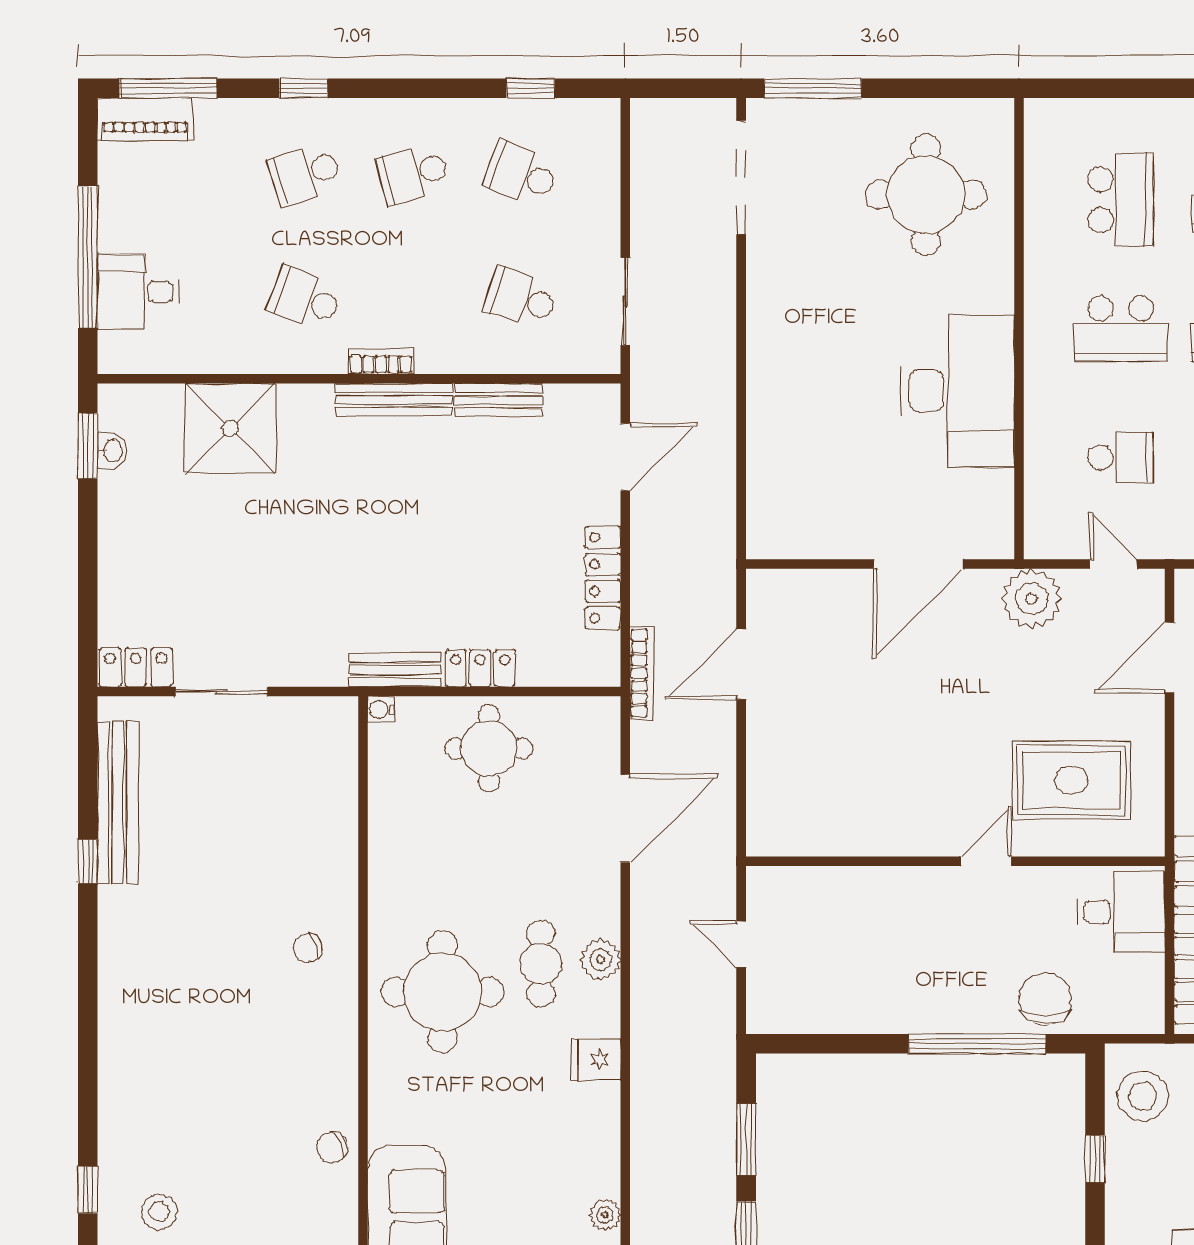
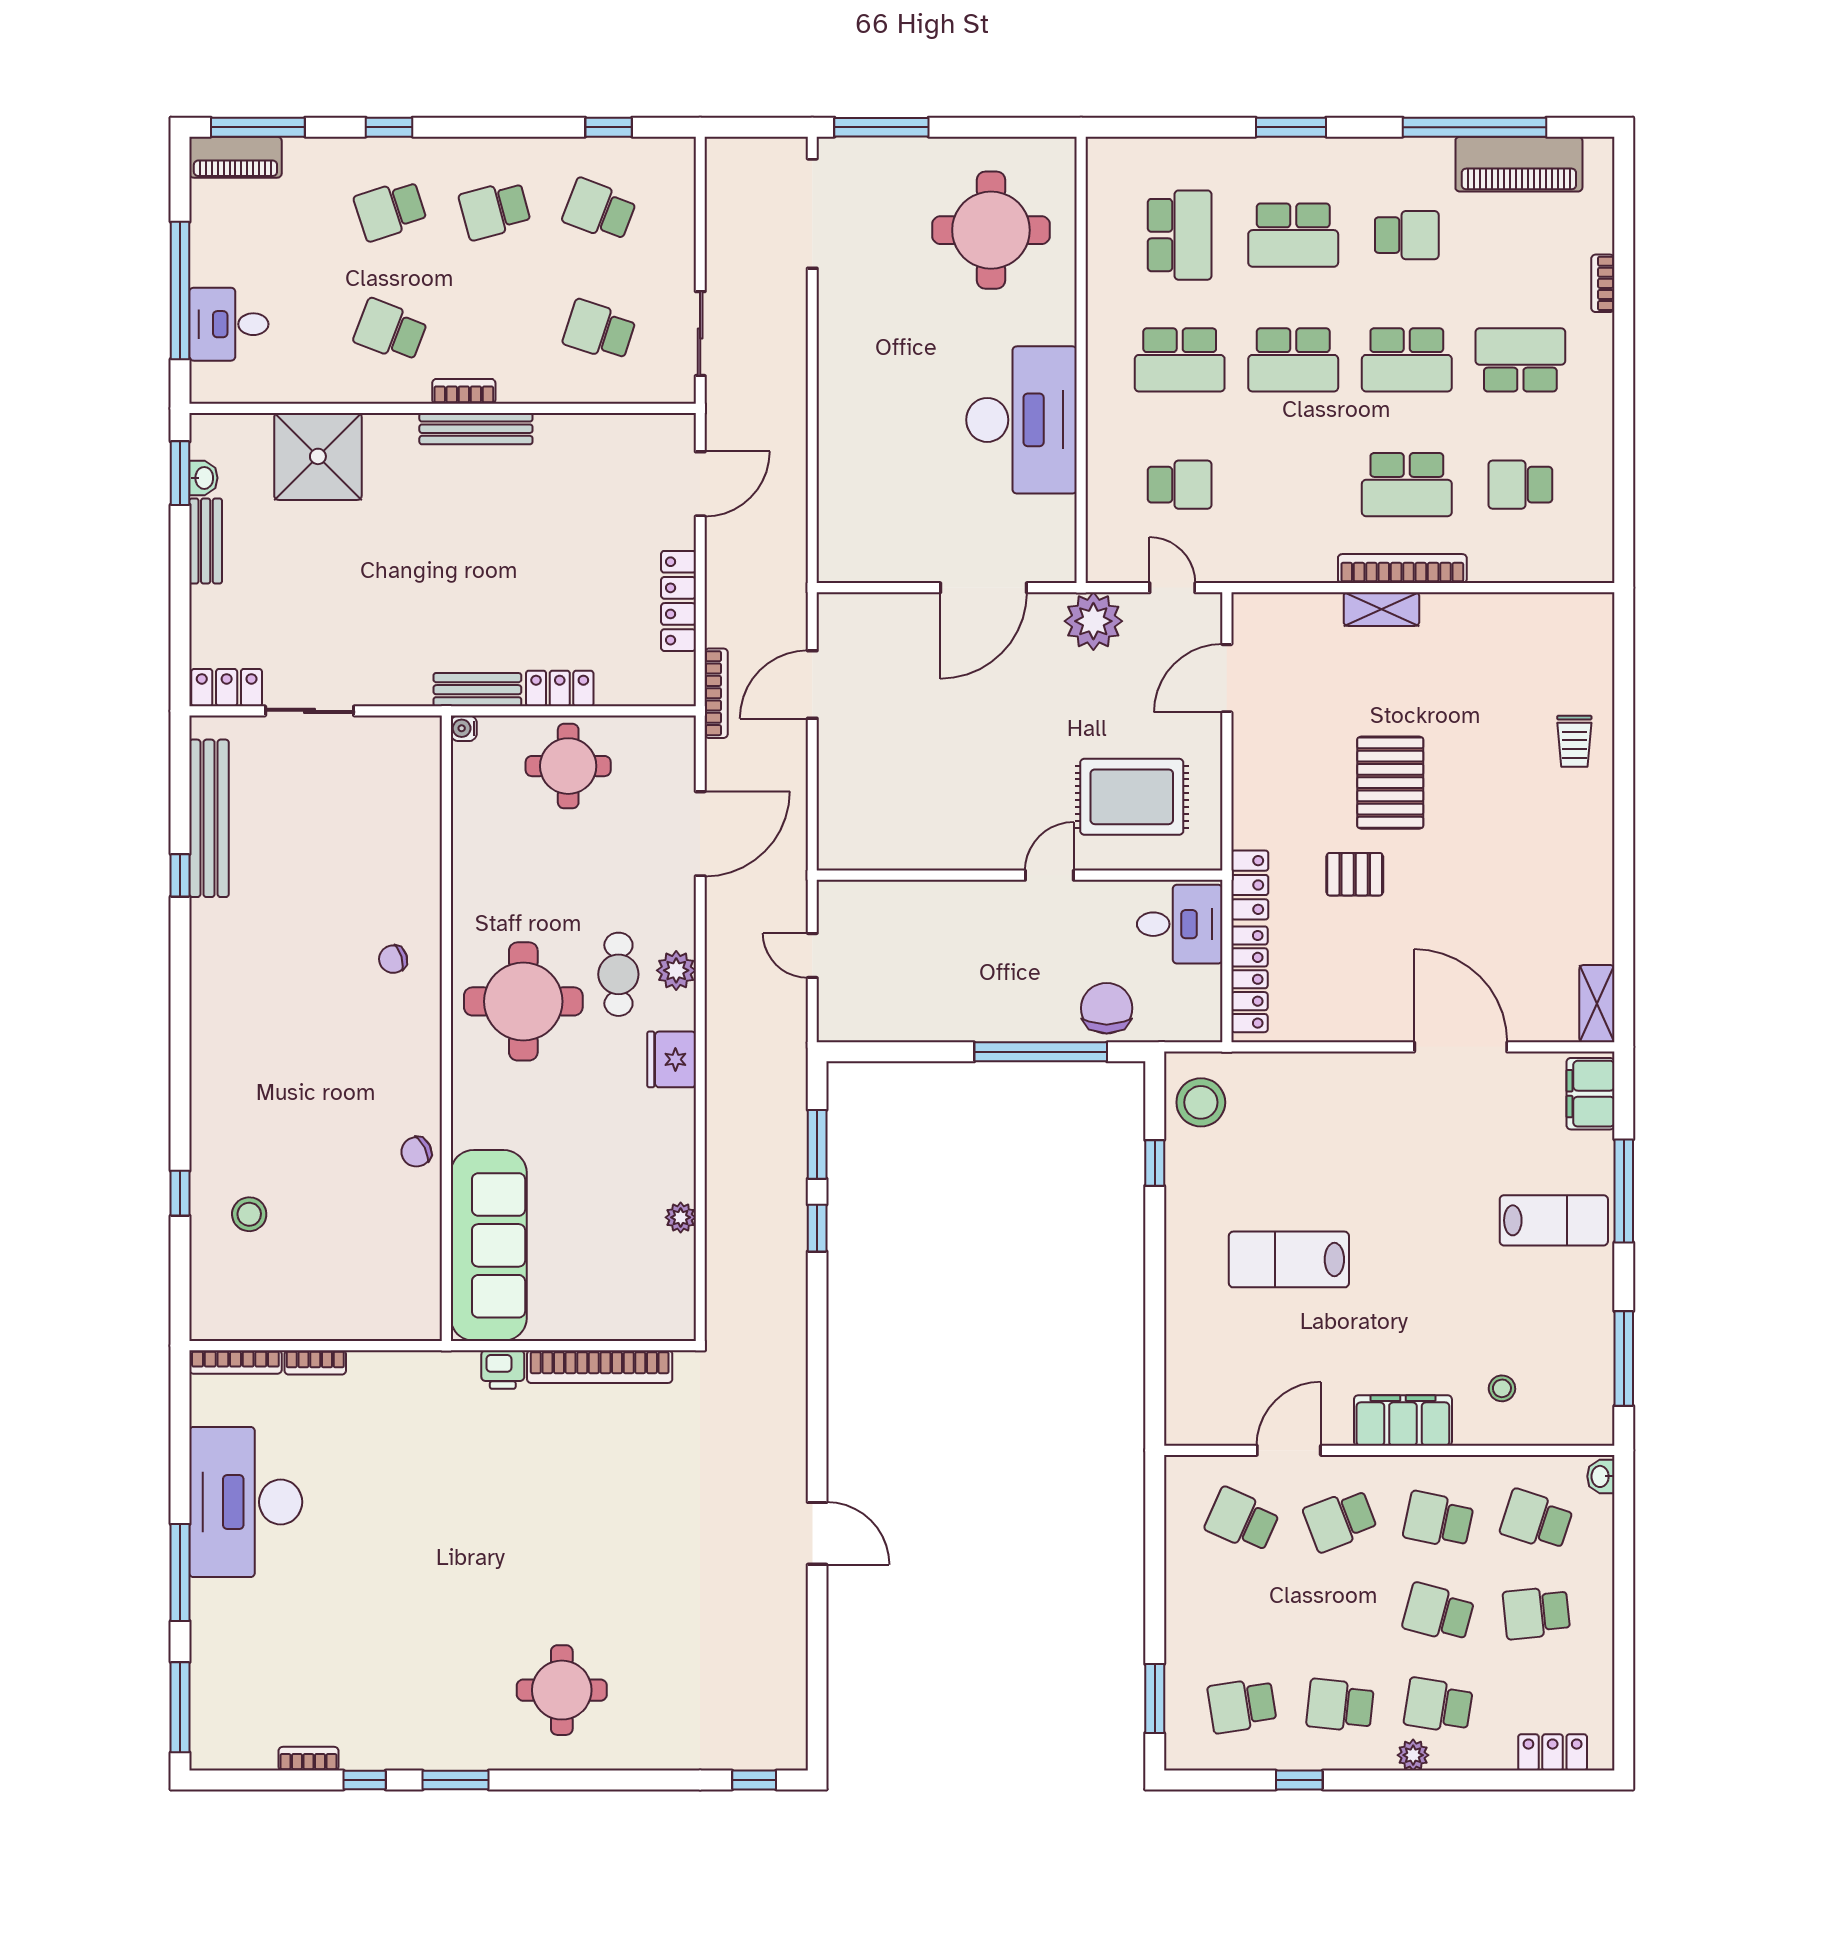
bench: (499, 400) -> (206, 541), moved, turned 90
fridge: (596, 1060) -> (672, 1059), width x1.38

